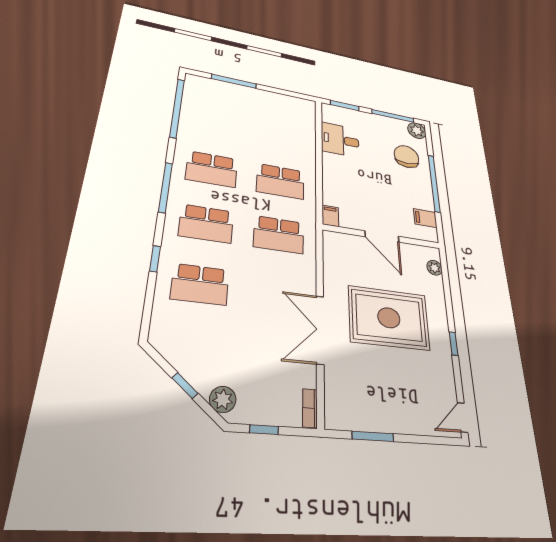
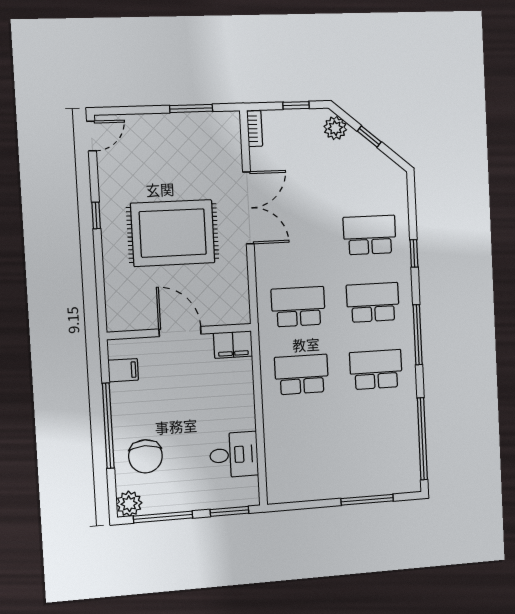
filing cabinet: (330, 216) -> (233, 344), width x2.00
plant: (435, 268) -> (114, 305), removed

